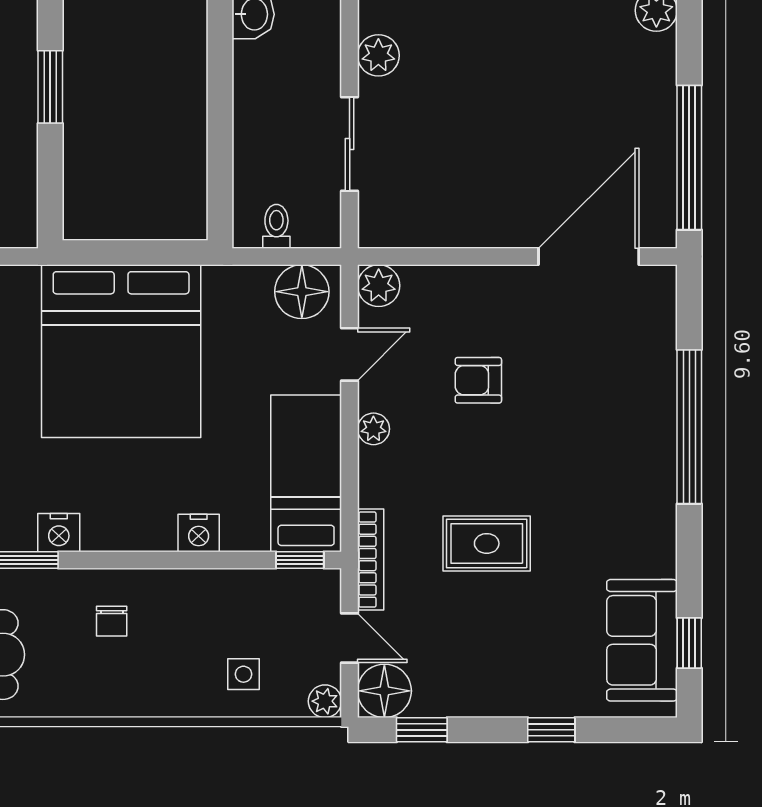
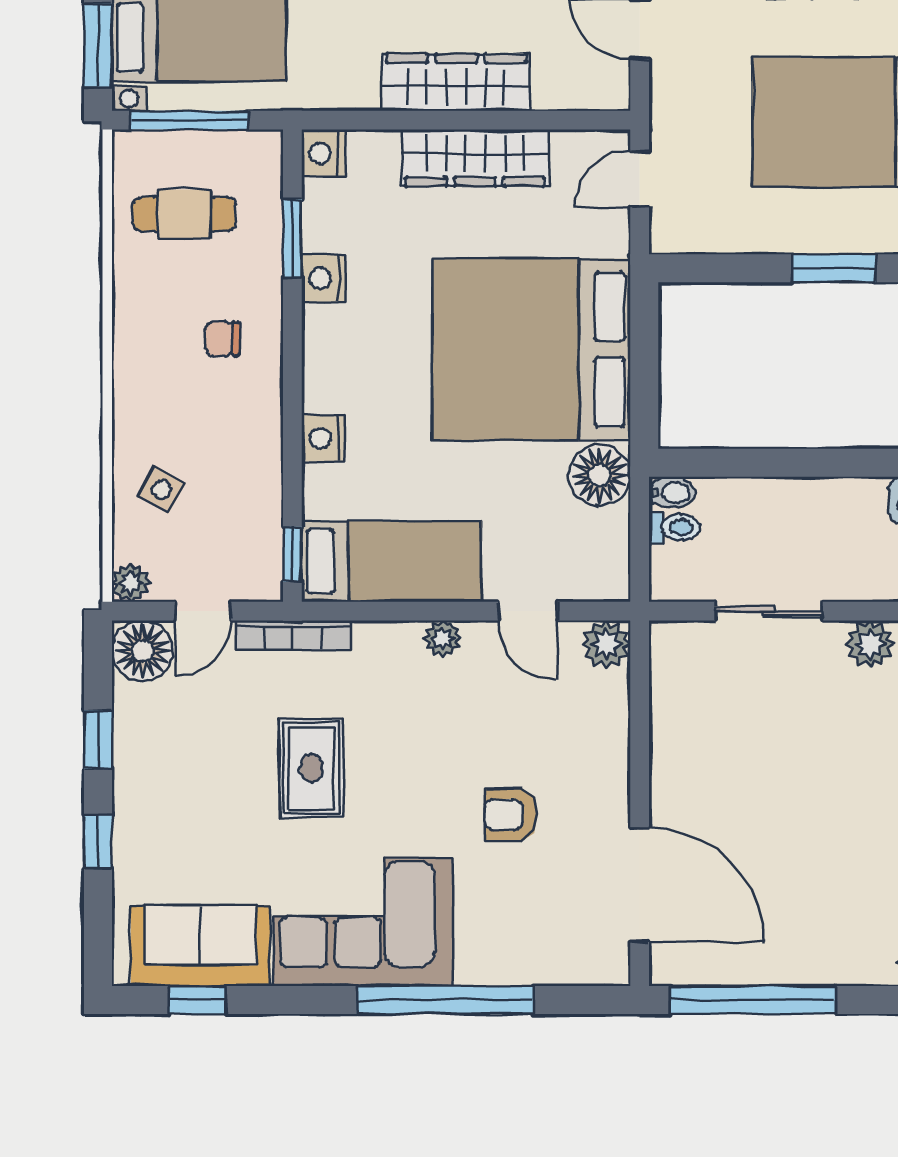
bidet: (246, 228) -> (672, 492), added
floor lamp: (302, 292) -> (599, 475), moved
armchair: (478, 380) -> (511, 815), moved, turned -90
corner sofa: (621, 498) -> (363, 922), added
side table: (243, 674) -> (162, 490), turned 30
window: (422, 730) -> (98, 740), moved

